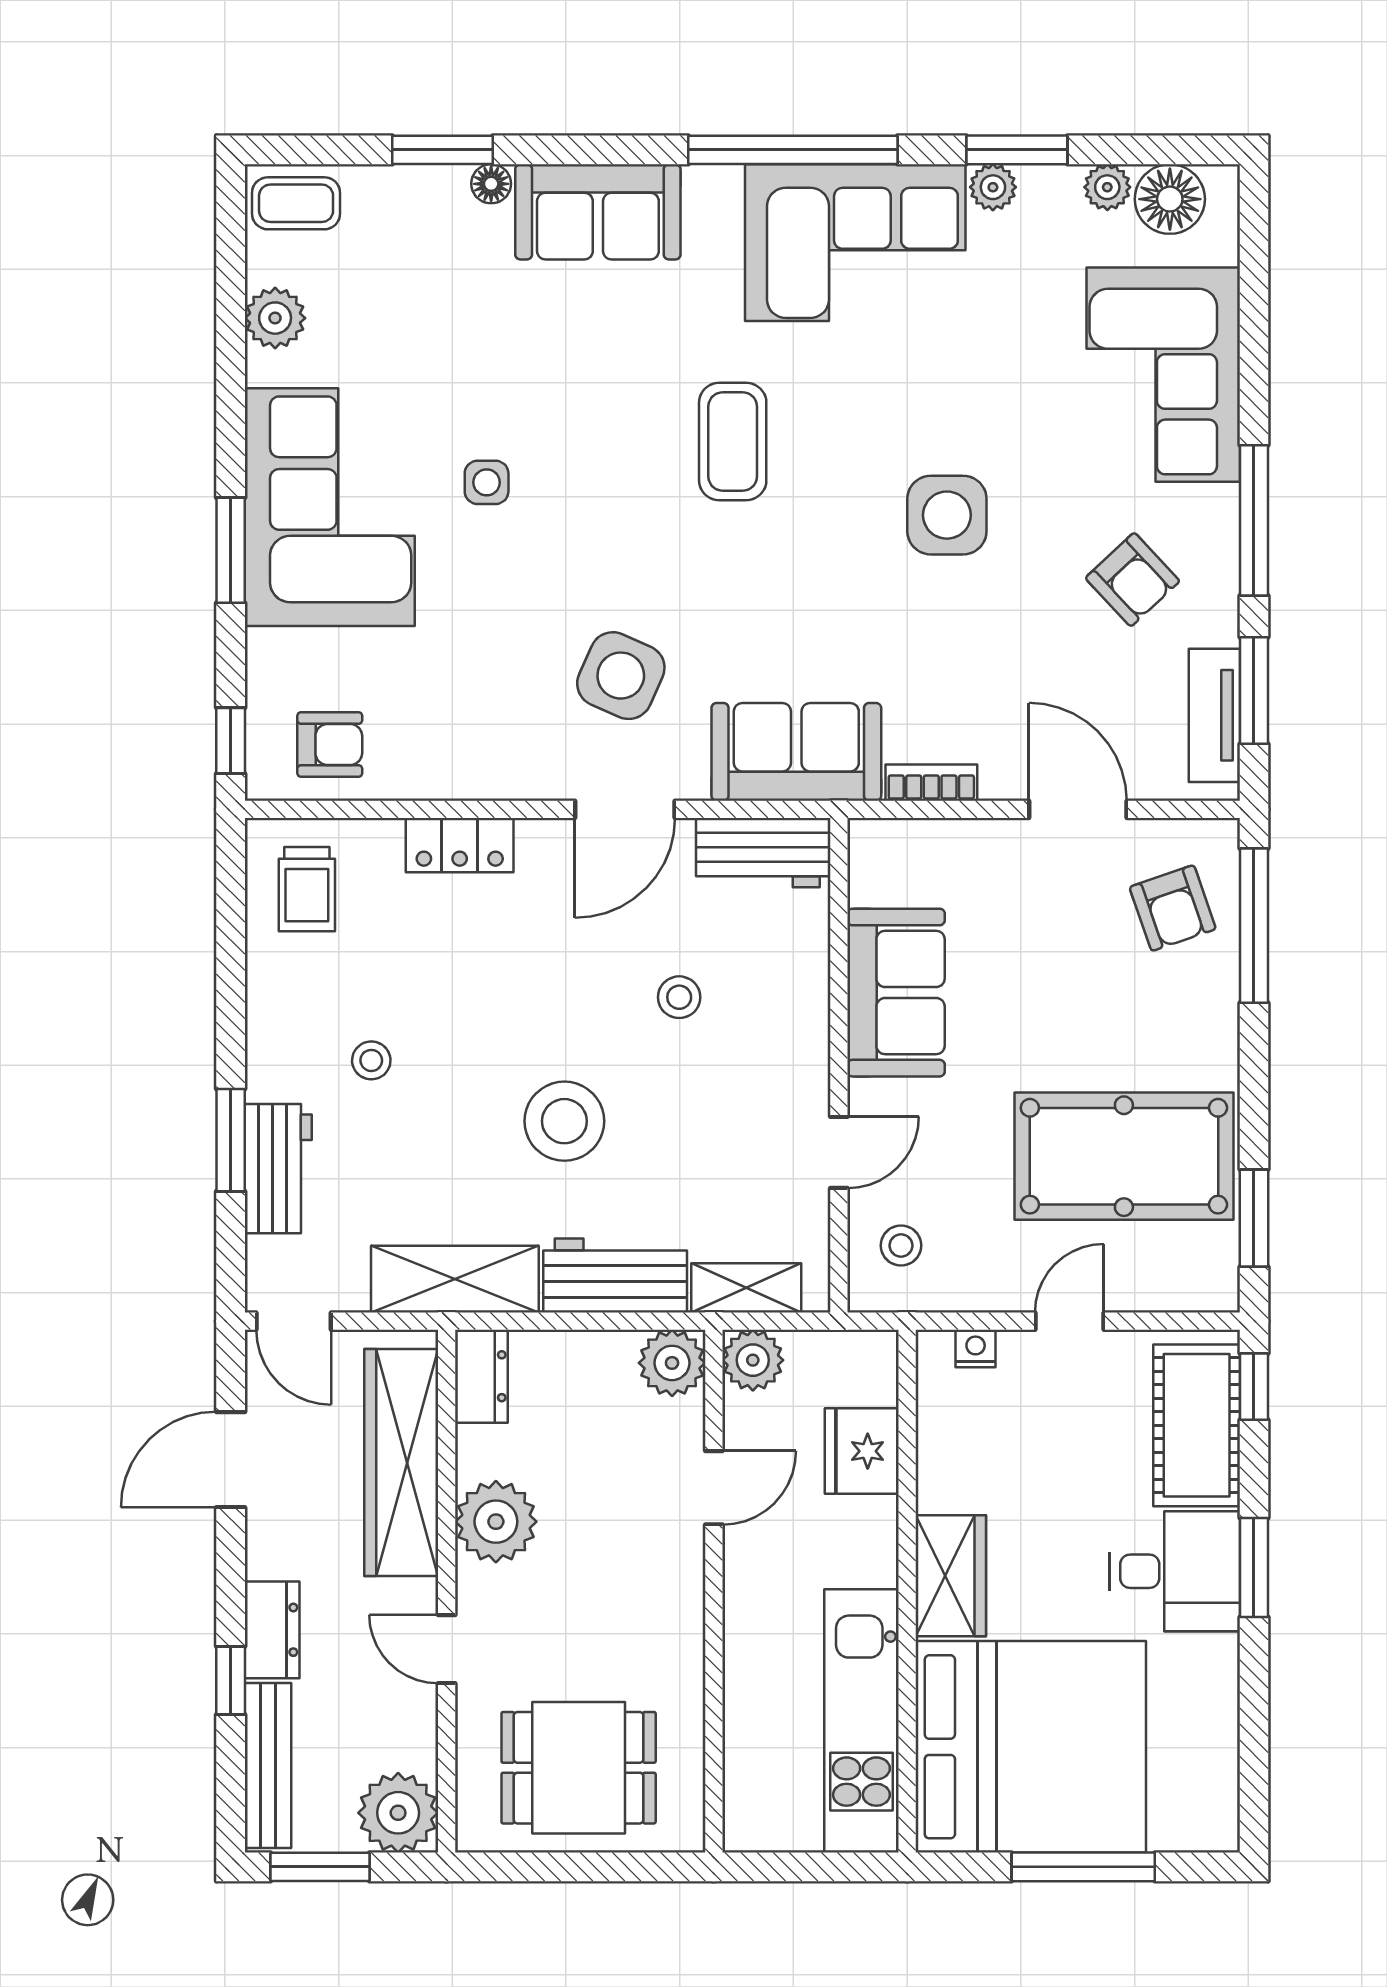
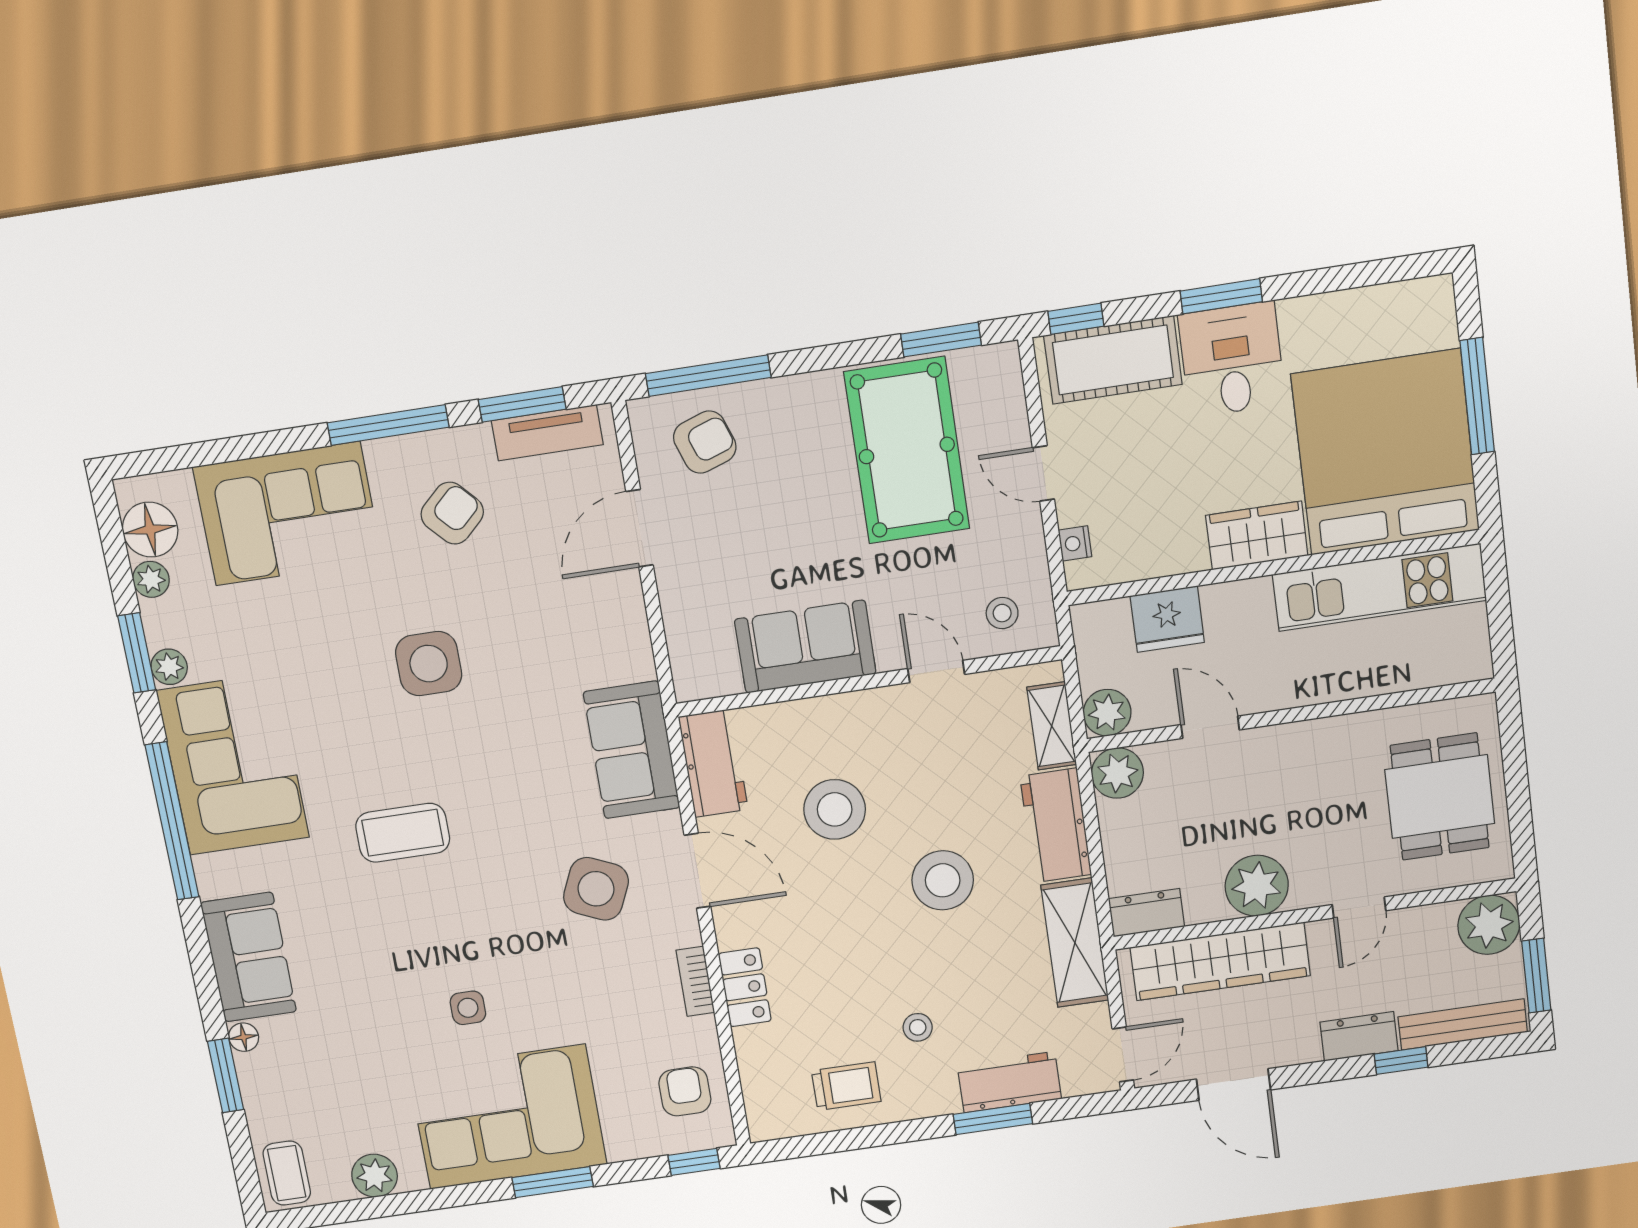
bookcase: (931, 783) -> (695, 981), moved
trolley: (307, 889) -> (846, 1086), moved
stool: (679, 997) -> (835, 809), width x1.89, depth x1.89

